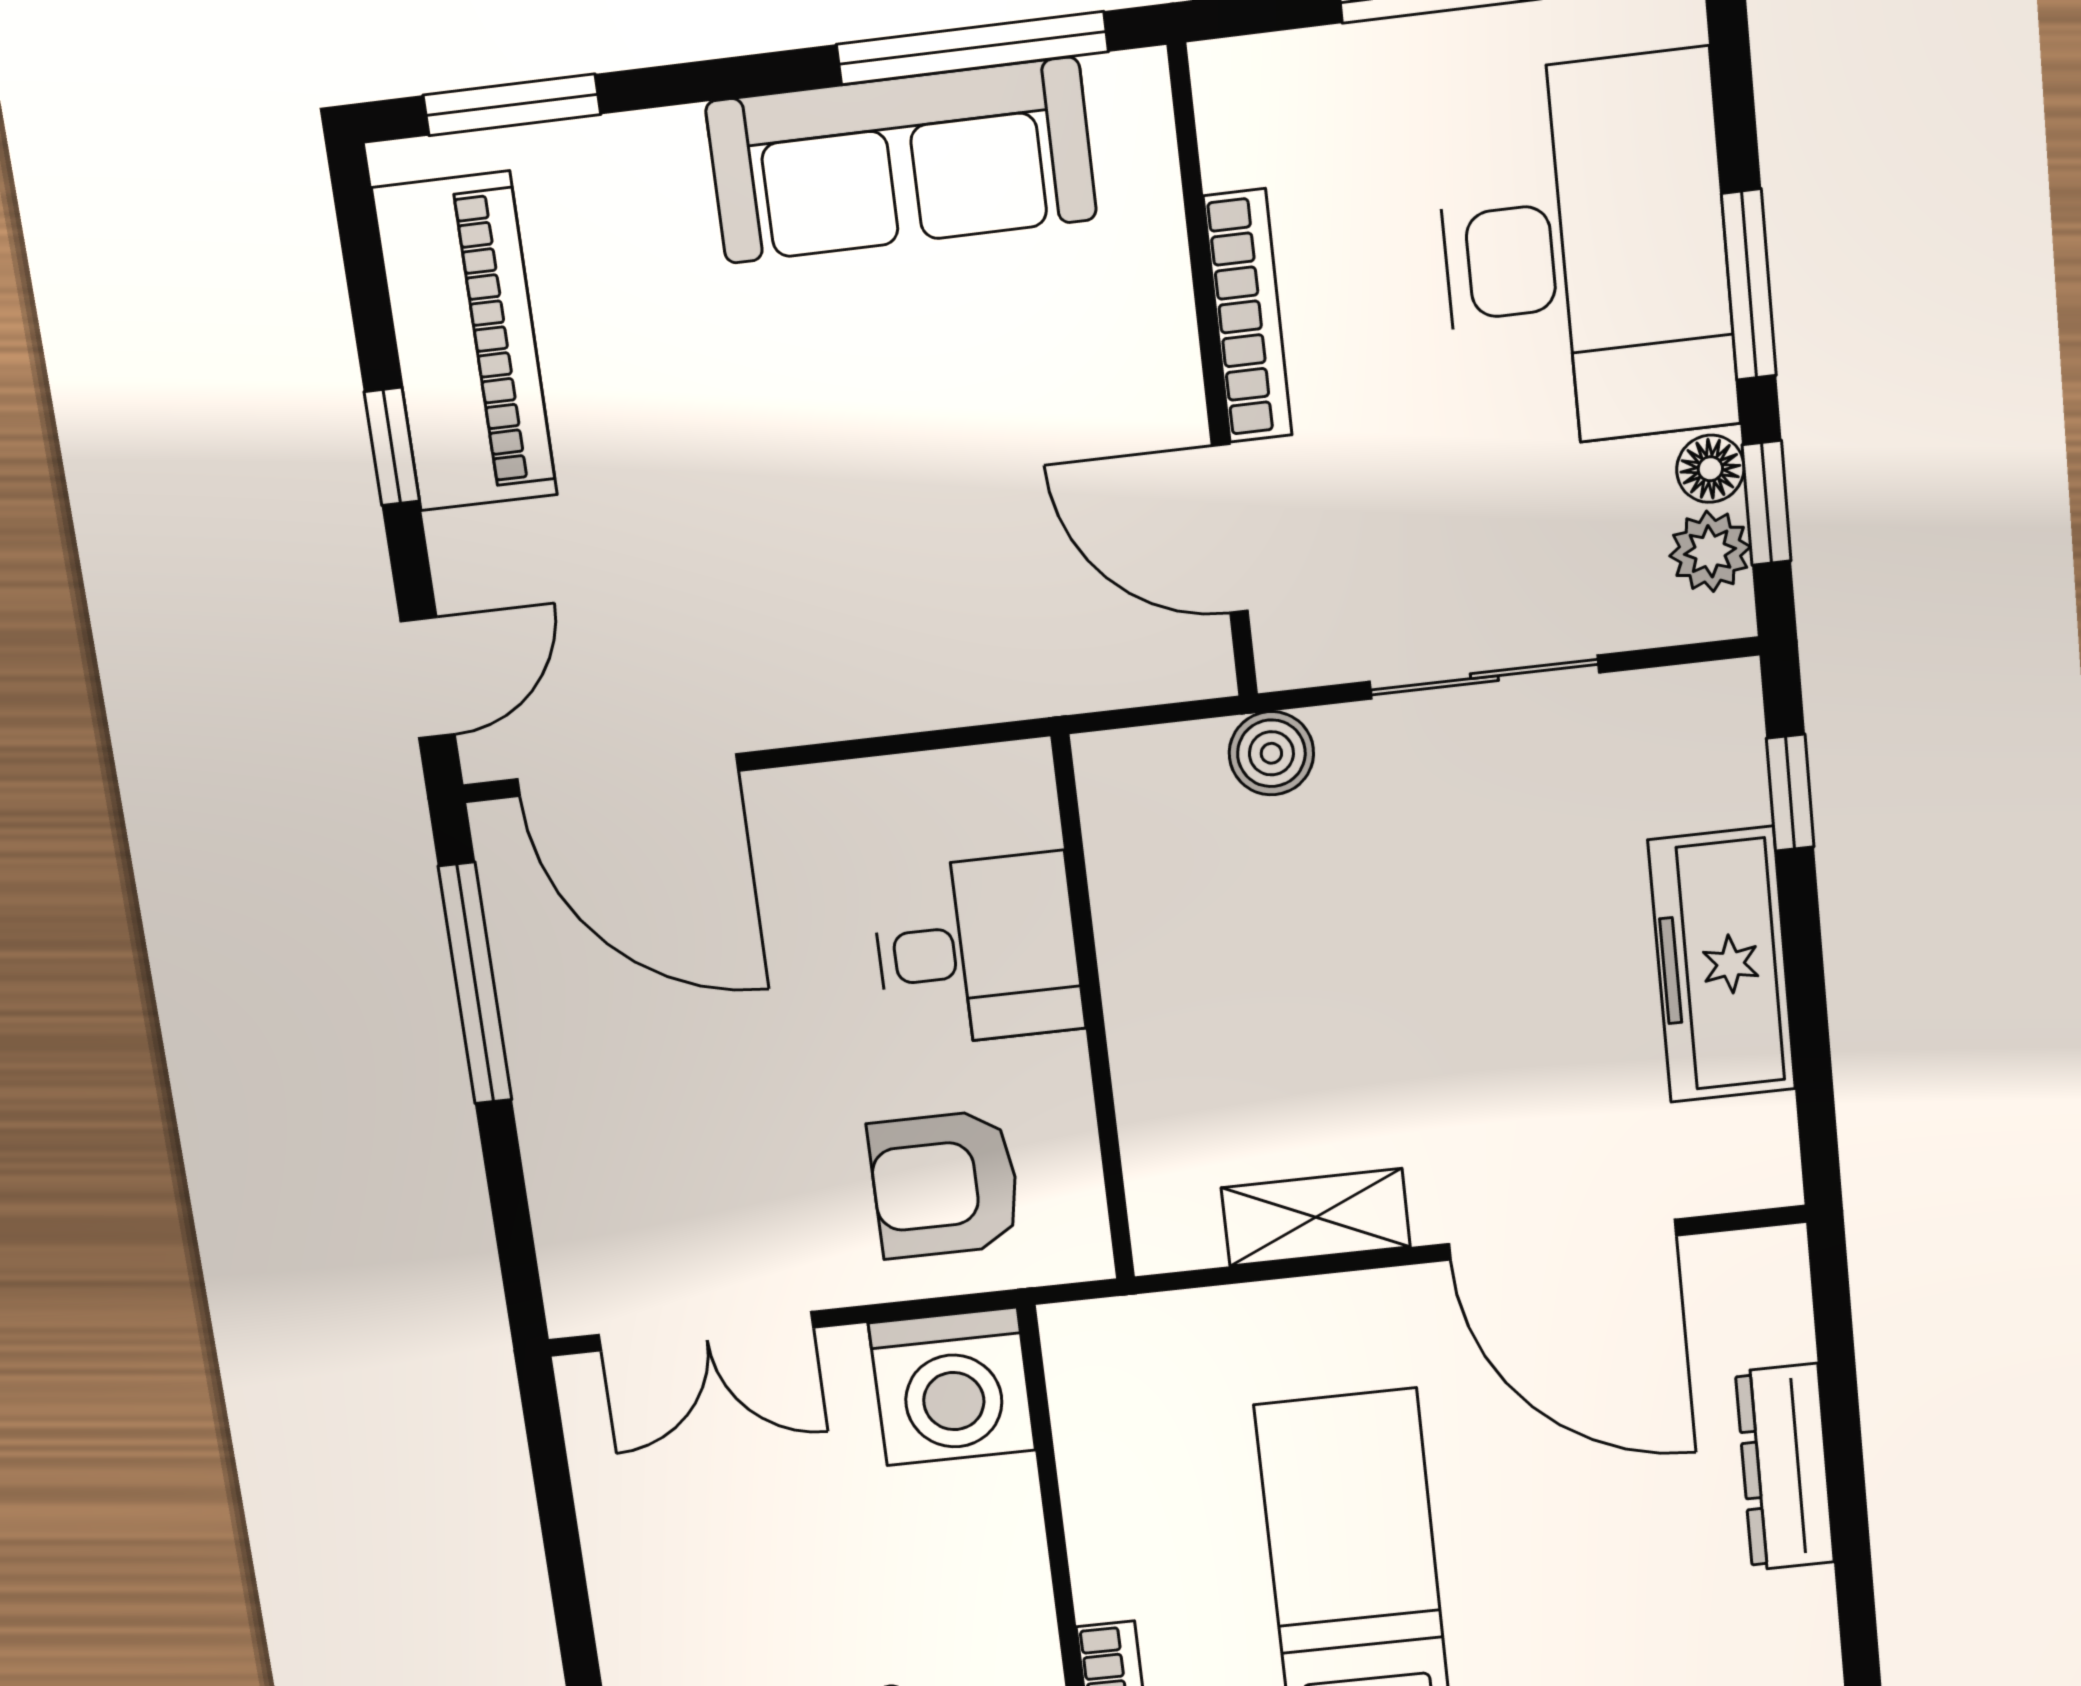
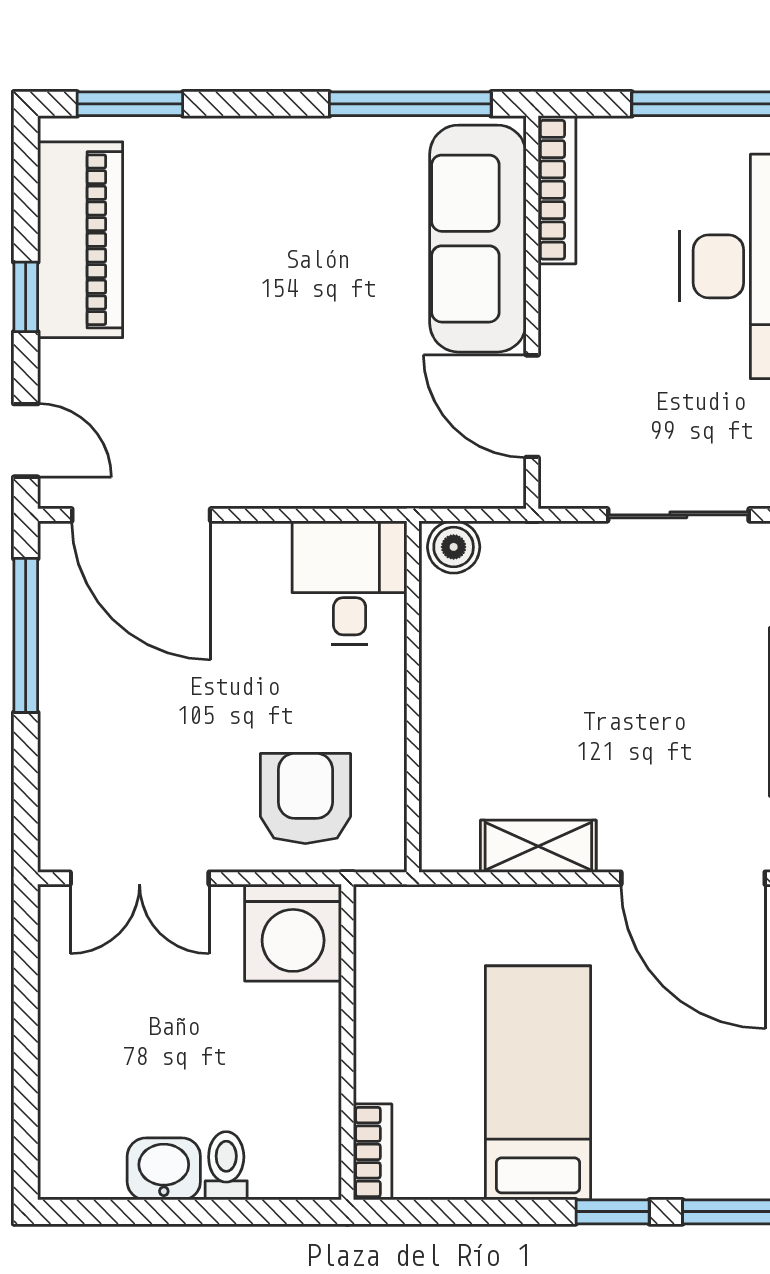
sofa: (901, 161) -> (478, 239), moved, turned 90
bookcase: (1248, 316) -> (557, 190), moved
door: (428, 678) -> (26, 440), hinge flipped
boiler: (1271, 753) -> (454, 547), moved
desk: (977, 950) -> (350, 583), moved, turned -90
armchair: (945, 1184) -> (305, 798), turned 90

